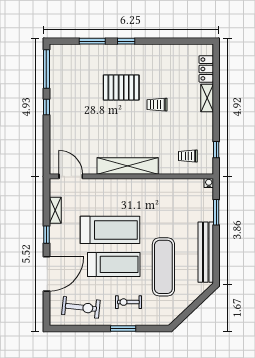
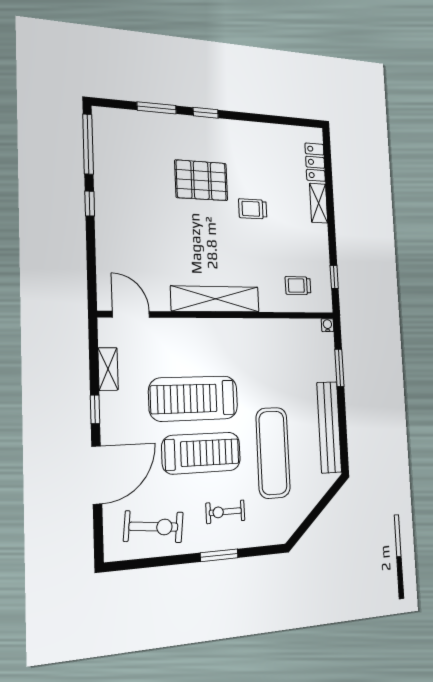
treadmill: (110, 230) -> (194, 399), turned 180

